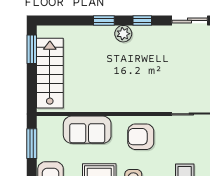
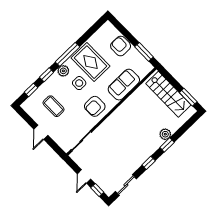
plant: (123, 34) -> (165, 134), moved
armchair: (141, 137) -> (95, 106), turned 180

